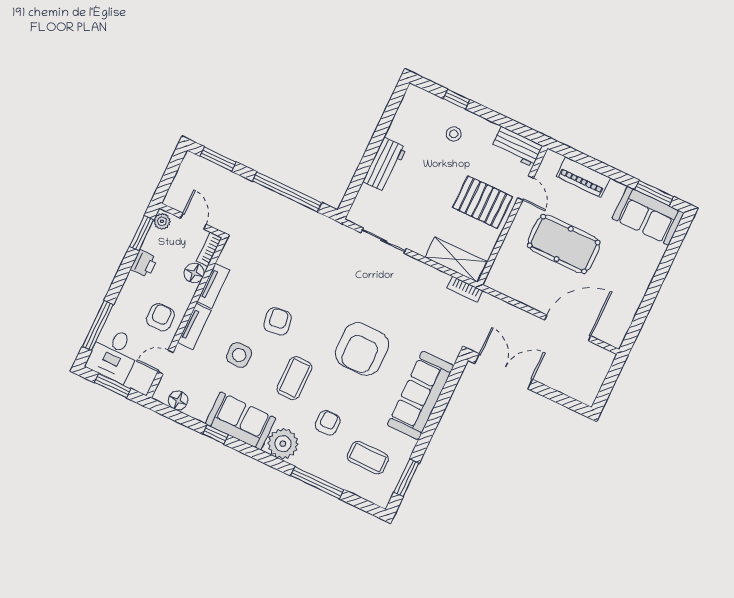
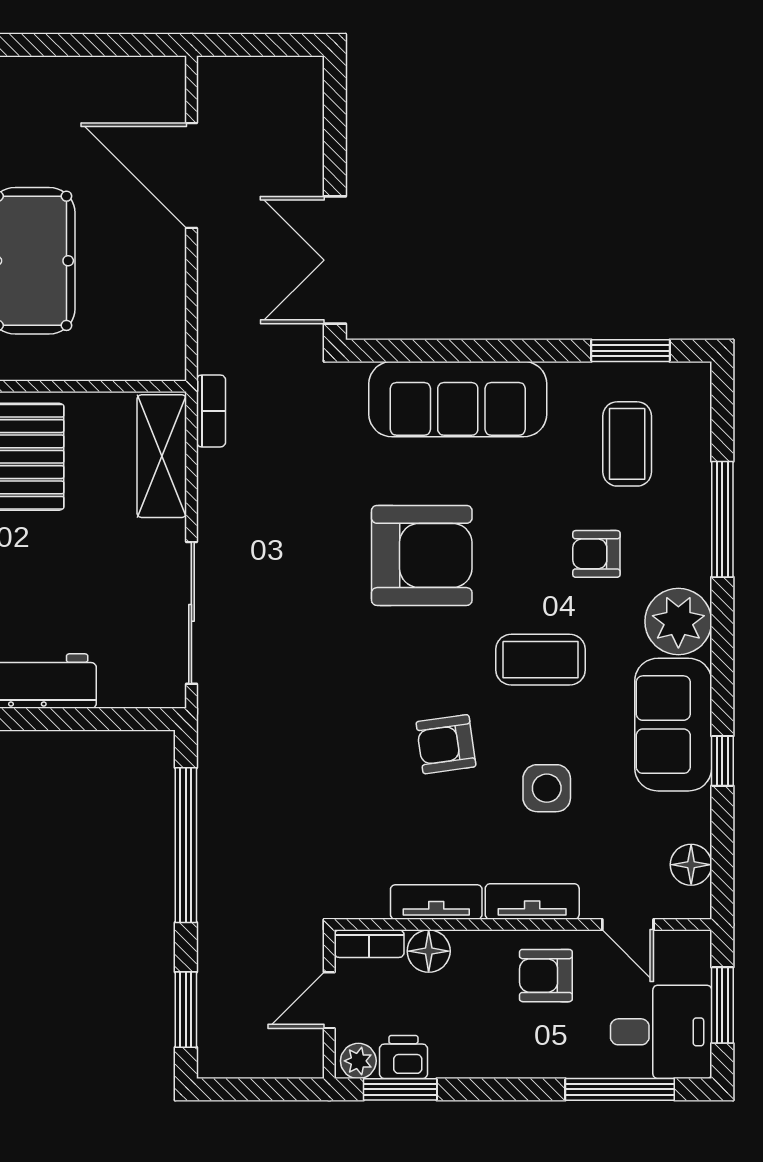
sliding door: (384, 241) -> (191, 613), width x1.37
printer: (144, 264) -> (403, 1057), moved

